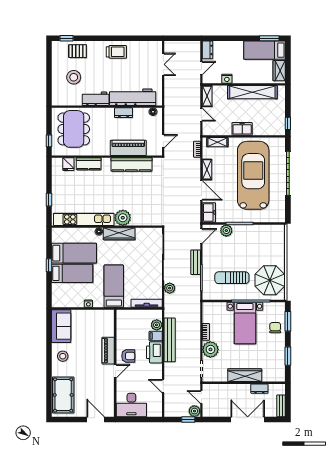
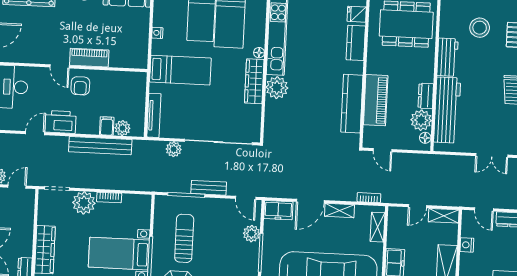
plant: (141, 115) -> (421, 120), added
printer: (154, 352) -> (60, 122), moved

